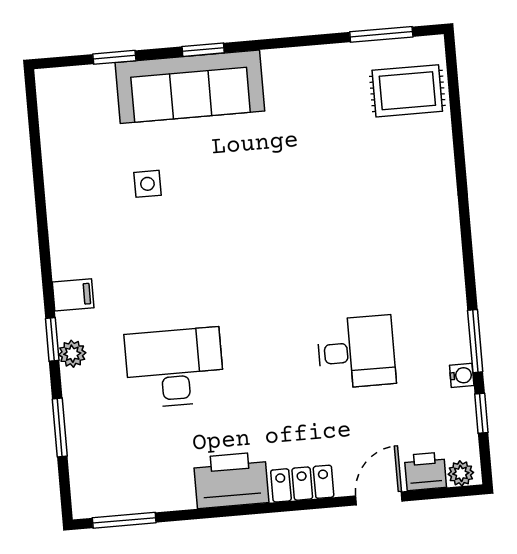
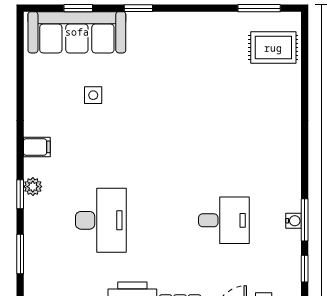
sofa: (190, 87) -> (77, 32), moved
filing cabinet: (73, 295) -> (37, 147), moved
plant: (72, 354) -> (33, 187), moved
desk: (175, 368) -> (101, 220), turned 90
water cooler: (462, 375) -> (294, 221), moved

